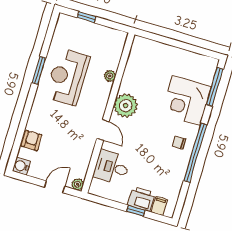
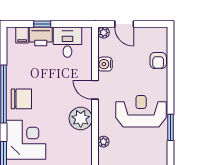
reception desk: (68, 77) -> (141, 111), moved, turned -90
chair: (179, 143) -> (21, 99), width x1.87, depth x1.87
water cooler: (21, 166) -> (105, 64), moved, turned 180
desk: (112, 167) -> (67, 42), moved, turned -90
door: (55, 187) -> (124, 24), hinge flipped

